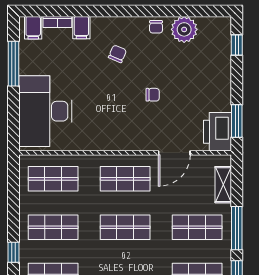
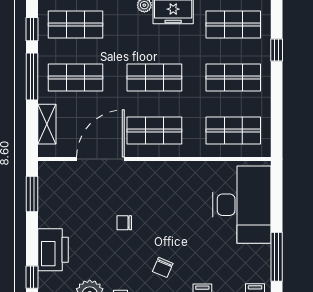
printer: (218, 132) -> (53, 250), moved
door: (174, 153) -> (100, 159), width x1.36

